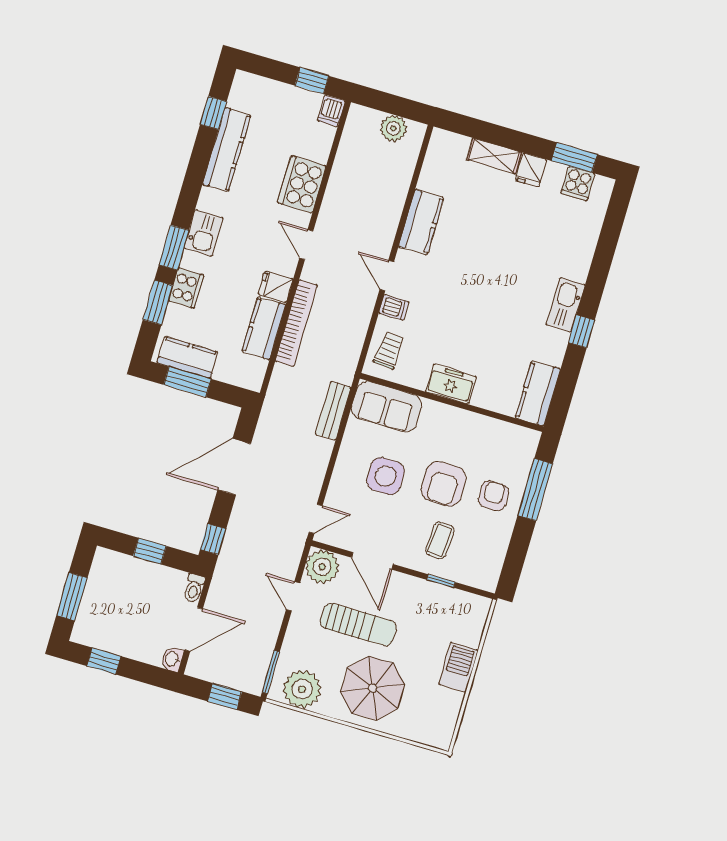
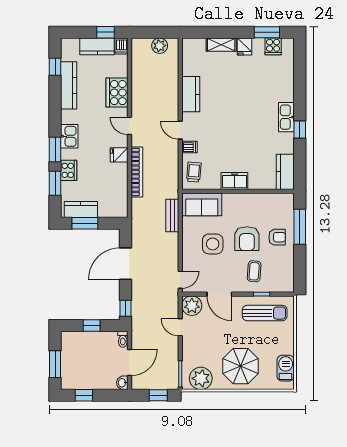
kitchen counter: (264, 328) -> (97, 46), moved, turned -90
armchair: (493, 496) -> (277, 237), turned 90
sun lounger: (358, 625) -> (265, 313), moved
barbecue: (458, 667) -> (286, 368), moved

